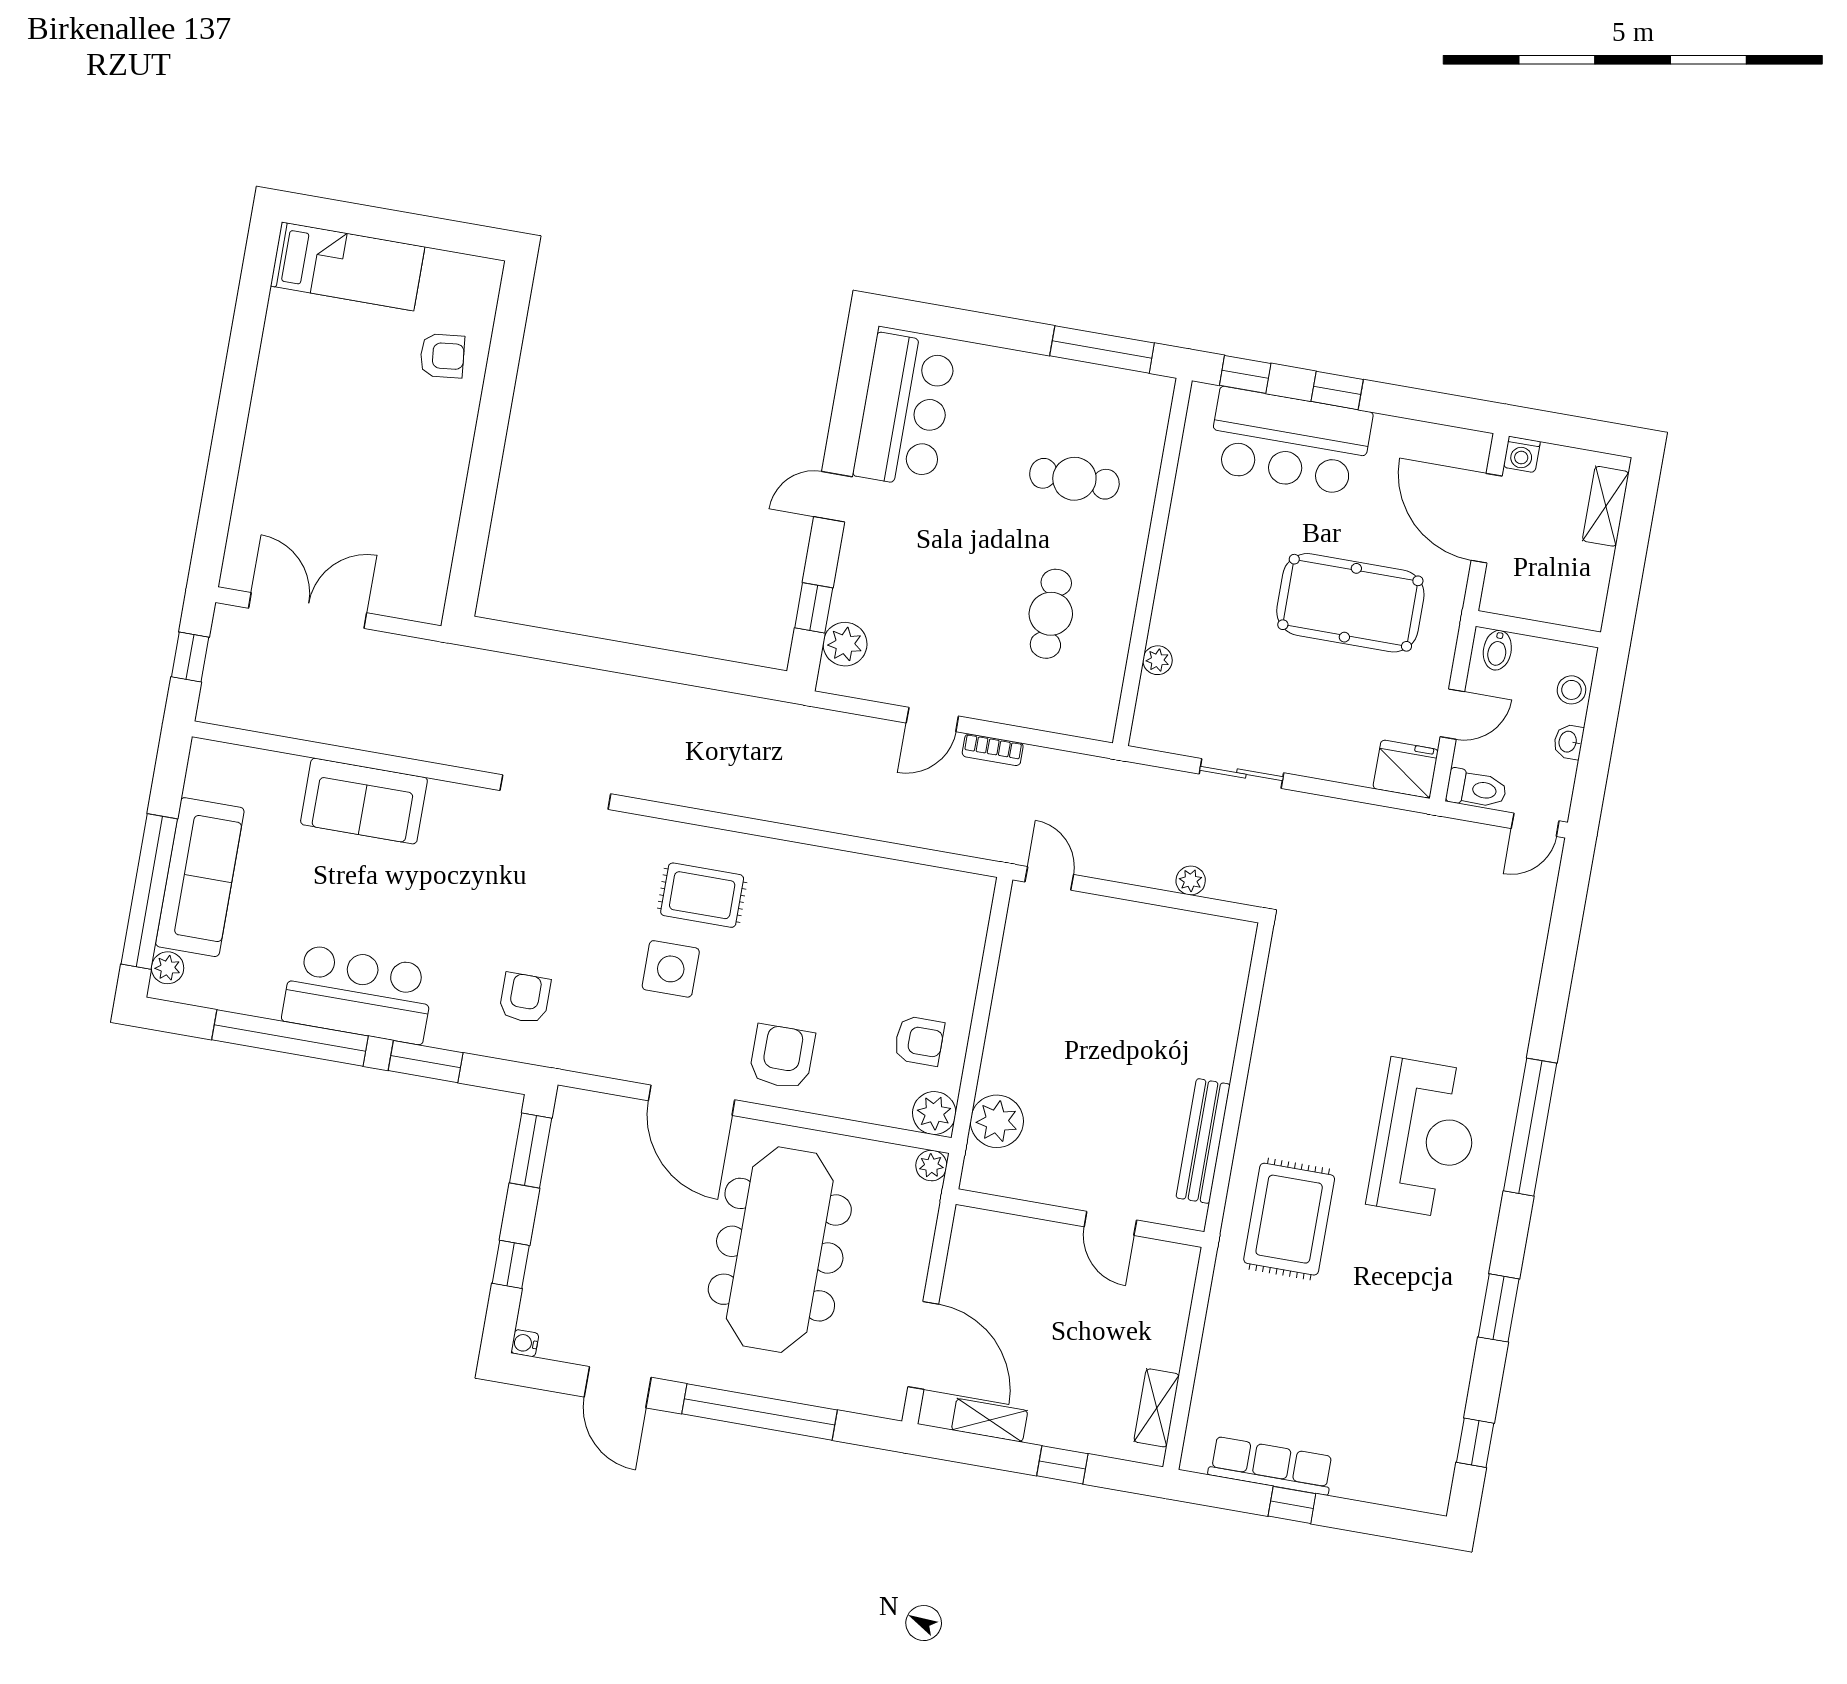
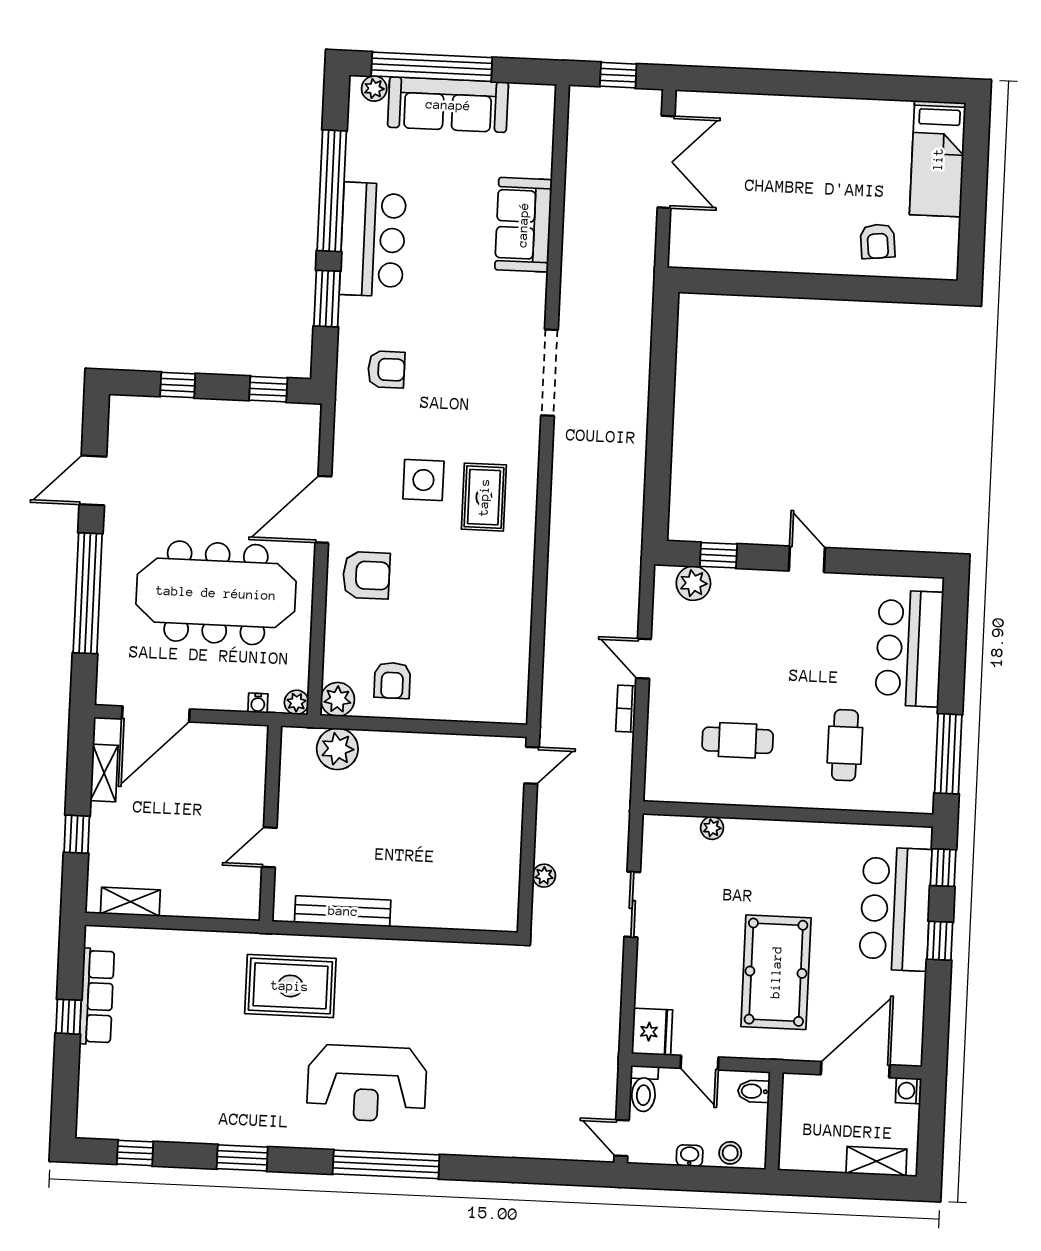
bar counter: (905, 411) -> (909, 648), moved, turned 90
window: (531, 1150) -> (268, 389), width x0.67
water cooler: (525, 1343) -> (258, 703), moved, turned 180

